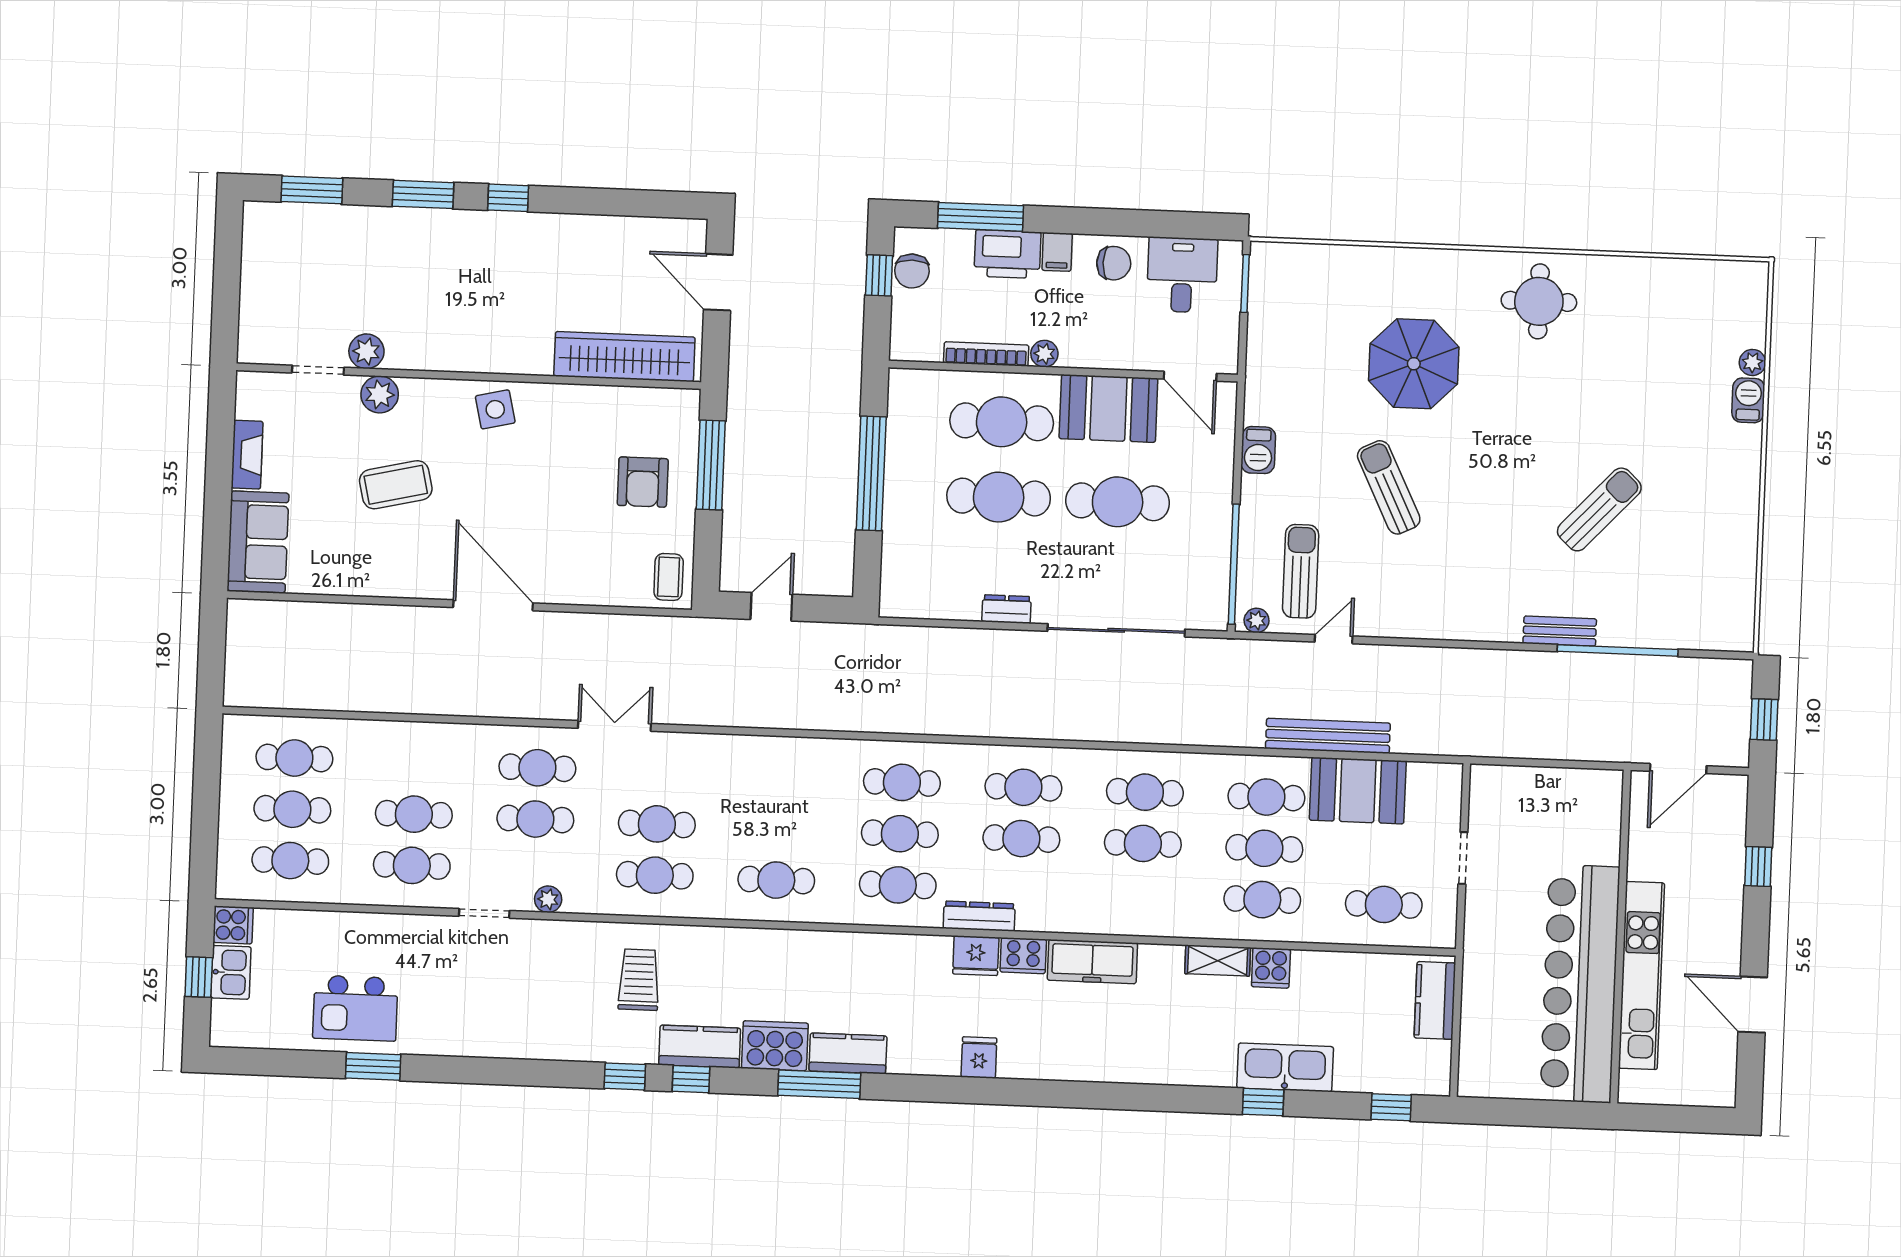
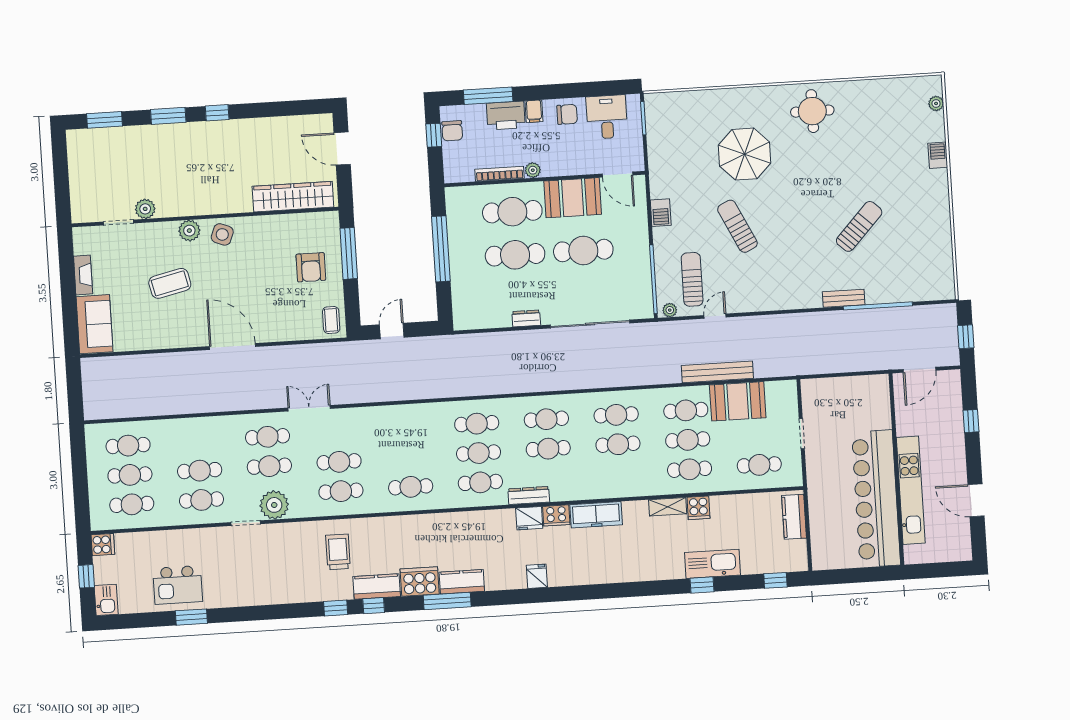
plant: (1752, 362) -> (936, 103), moved
plant: (380, 394) -> (189, 231), moved
side table: (495, 409) -> (222, 234), turned 34
plant: (548, 899) -> (274, 505), width x1.87, depth x1.87
kitchen sink: (231, 972) -> (106, 600), moved

